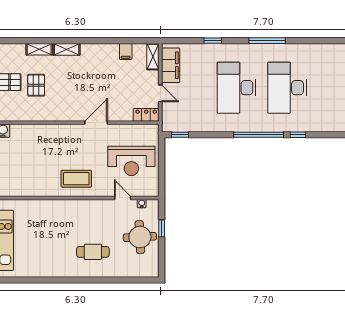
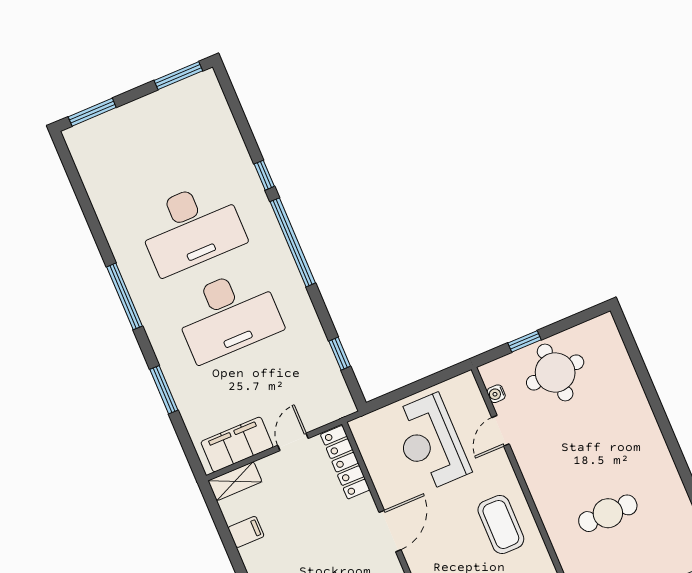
window: (213, 41) -> (164, 390), width x1.50
locker: (146, 115) -> (345, 462), width x1.53
door: (96, 123) -> (390, 531), swing flipped
window: (180, 135) -> (340, 354), moved
reception desk: (131, 161) -> (430, 443), turned 180
cafe table: (93, 252) -> (608, 513), moved, turned 90

